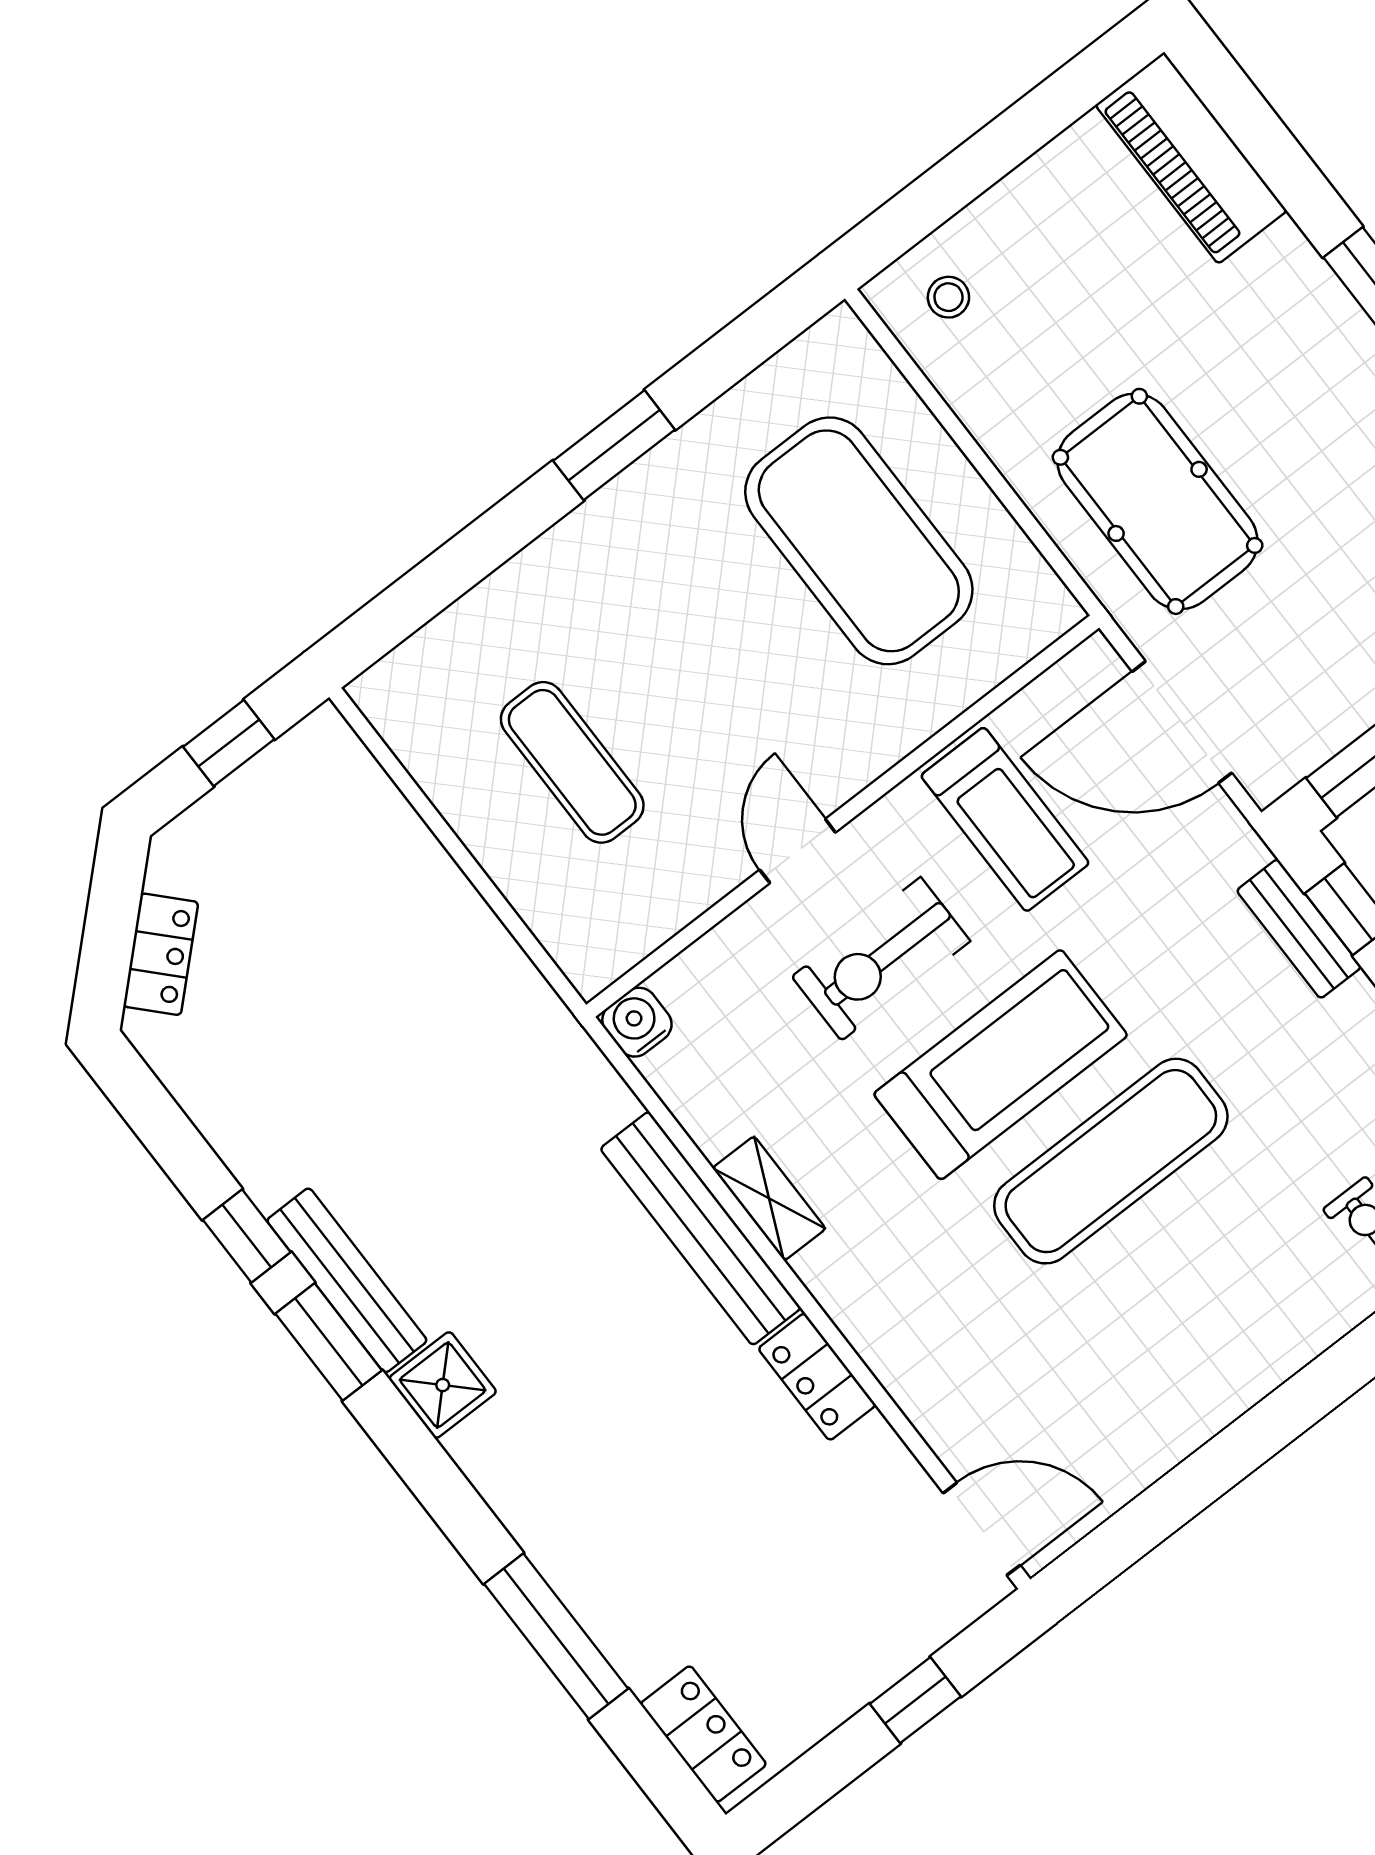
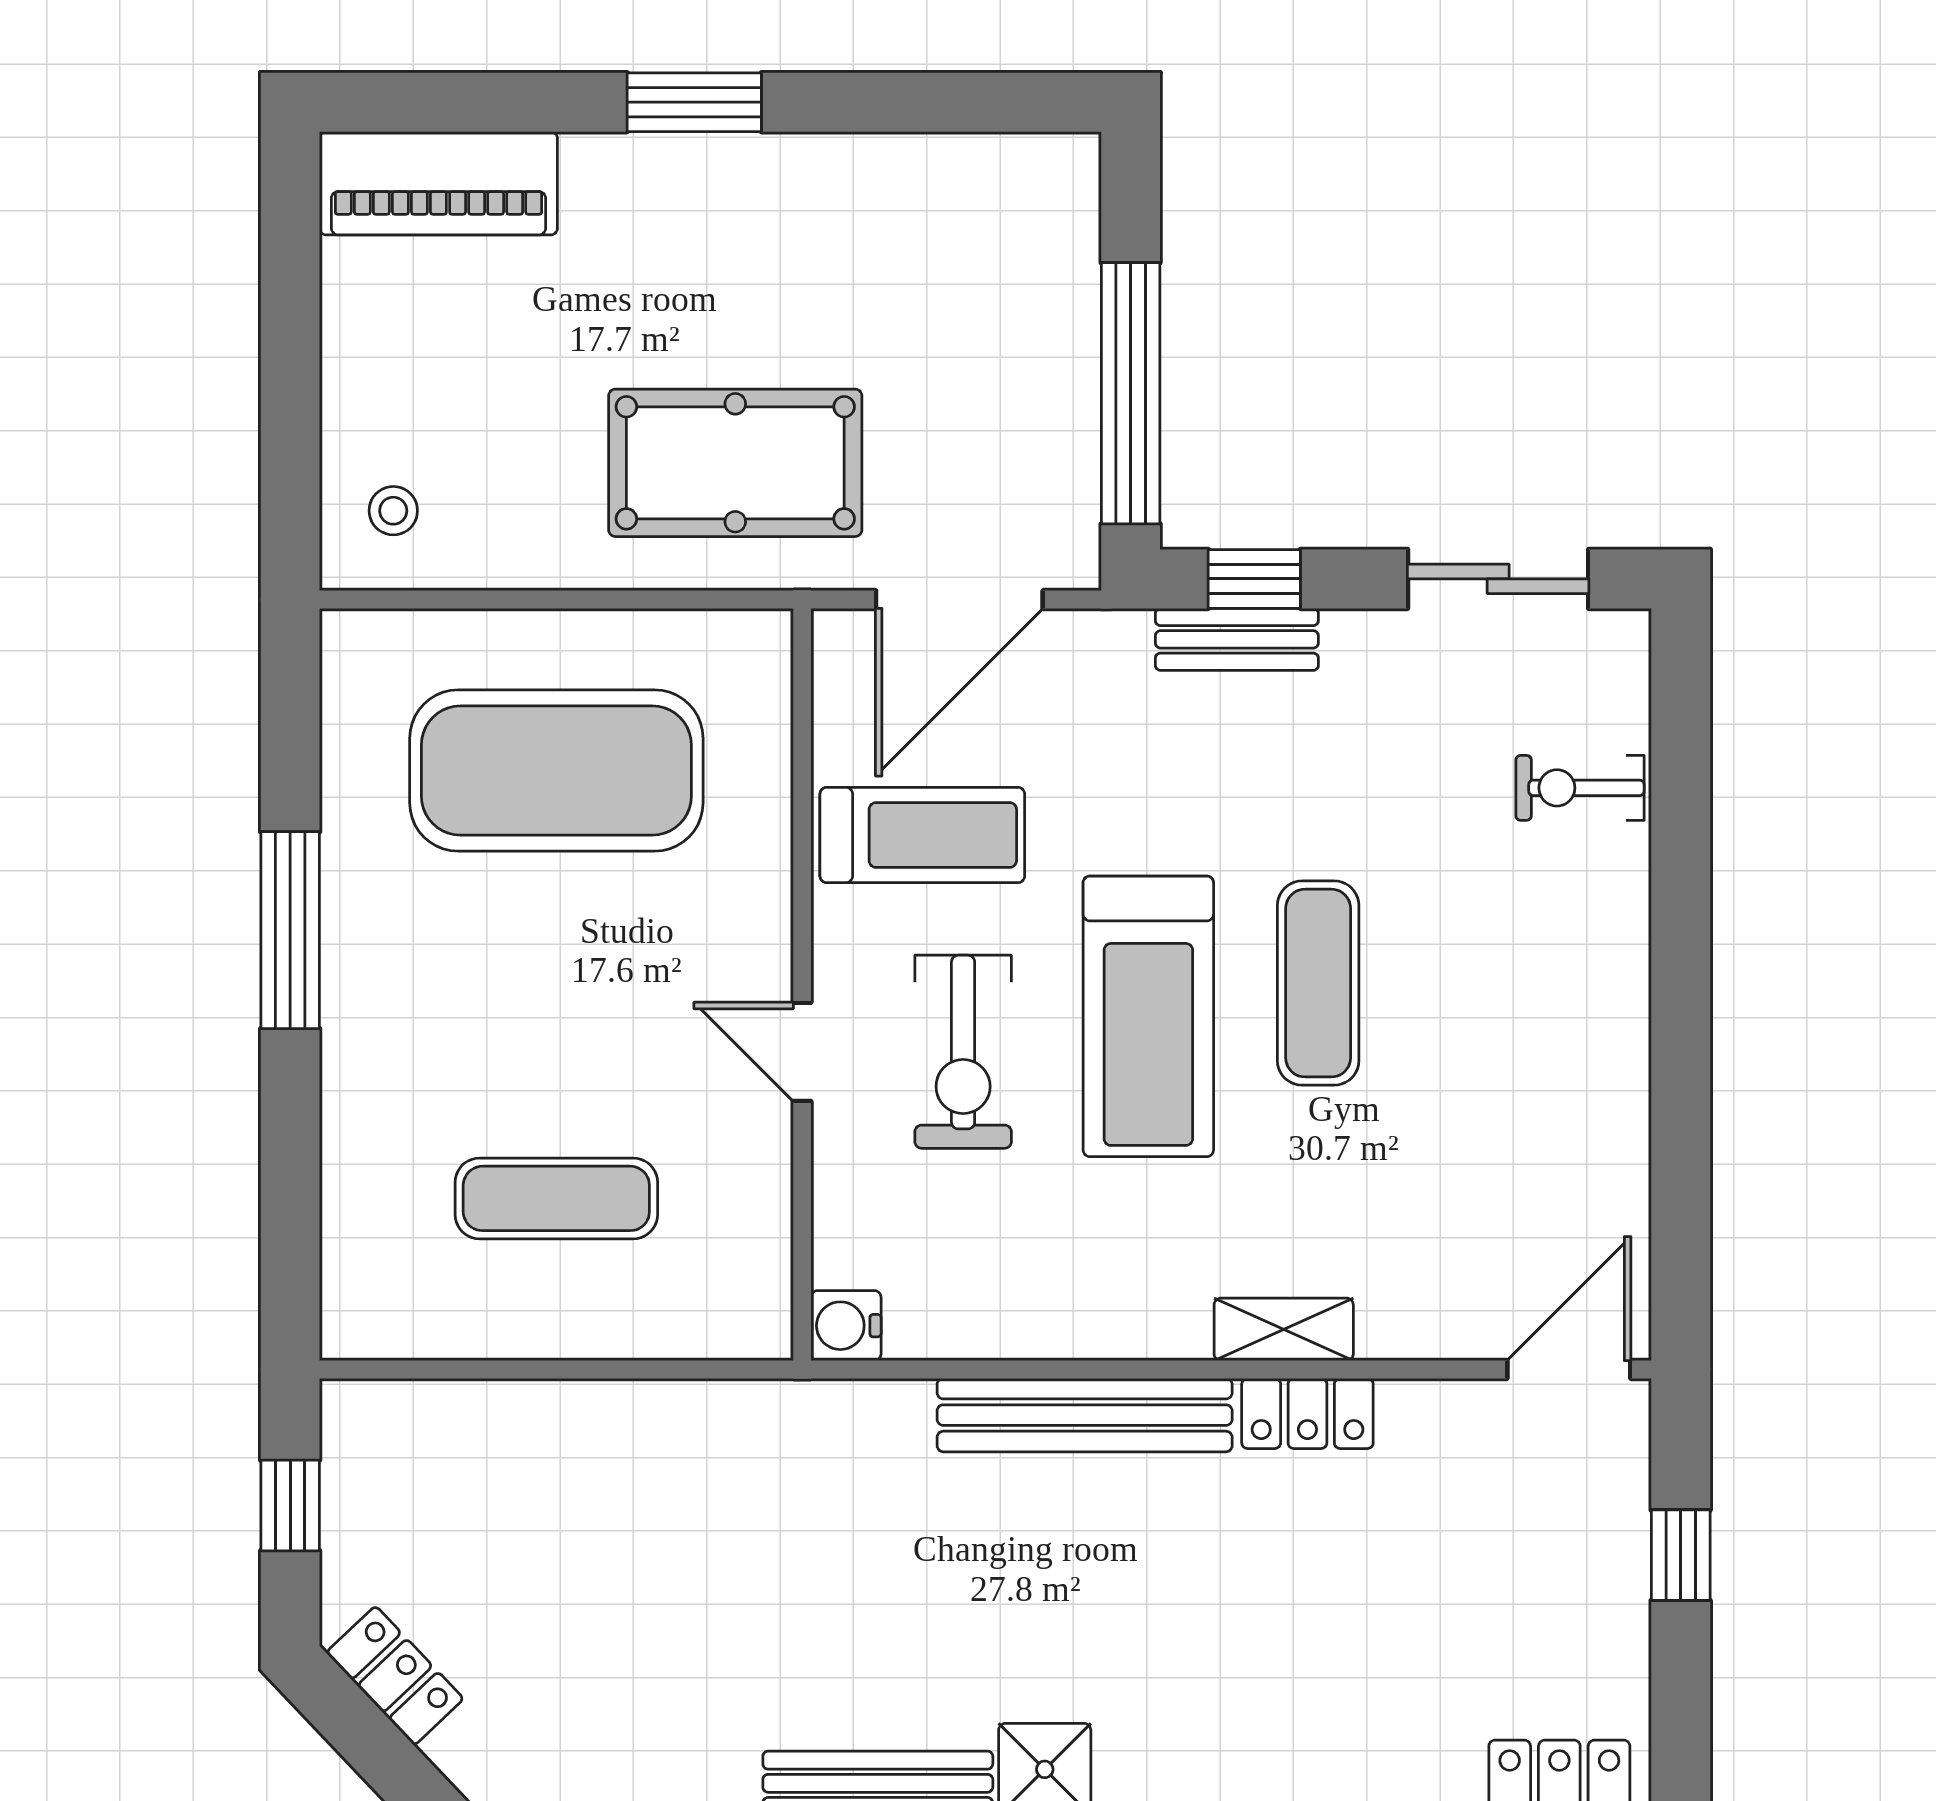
window: (614, 445) -> (290, 930), width x1.44
locker: (161, 954) -> (395, 1676), moved
treadmill: (1001, 1065) -> (1148, 1016), turned 180
exercise mat: (1111, 1161) -> (1318, 983), width x0.73, depth x0.69
shelving: (769, 1198) -> (1284, 1329), moved

